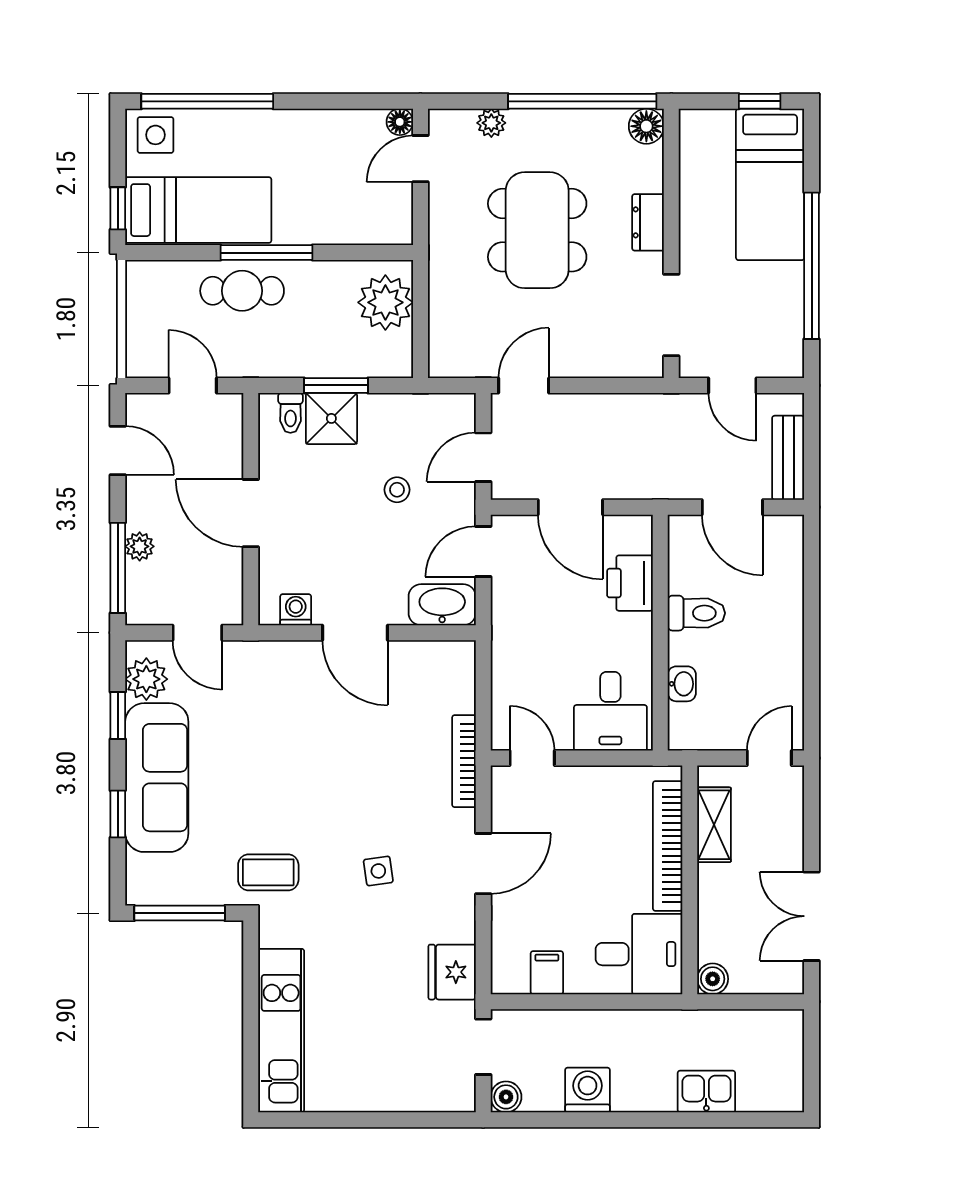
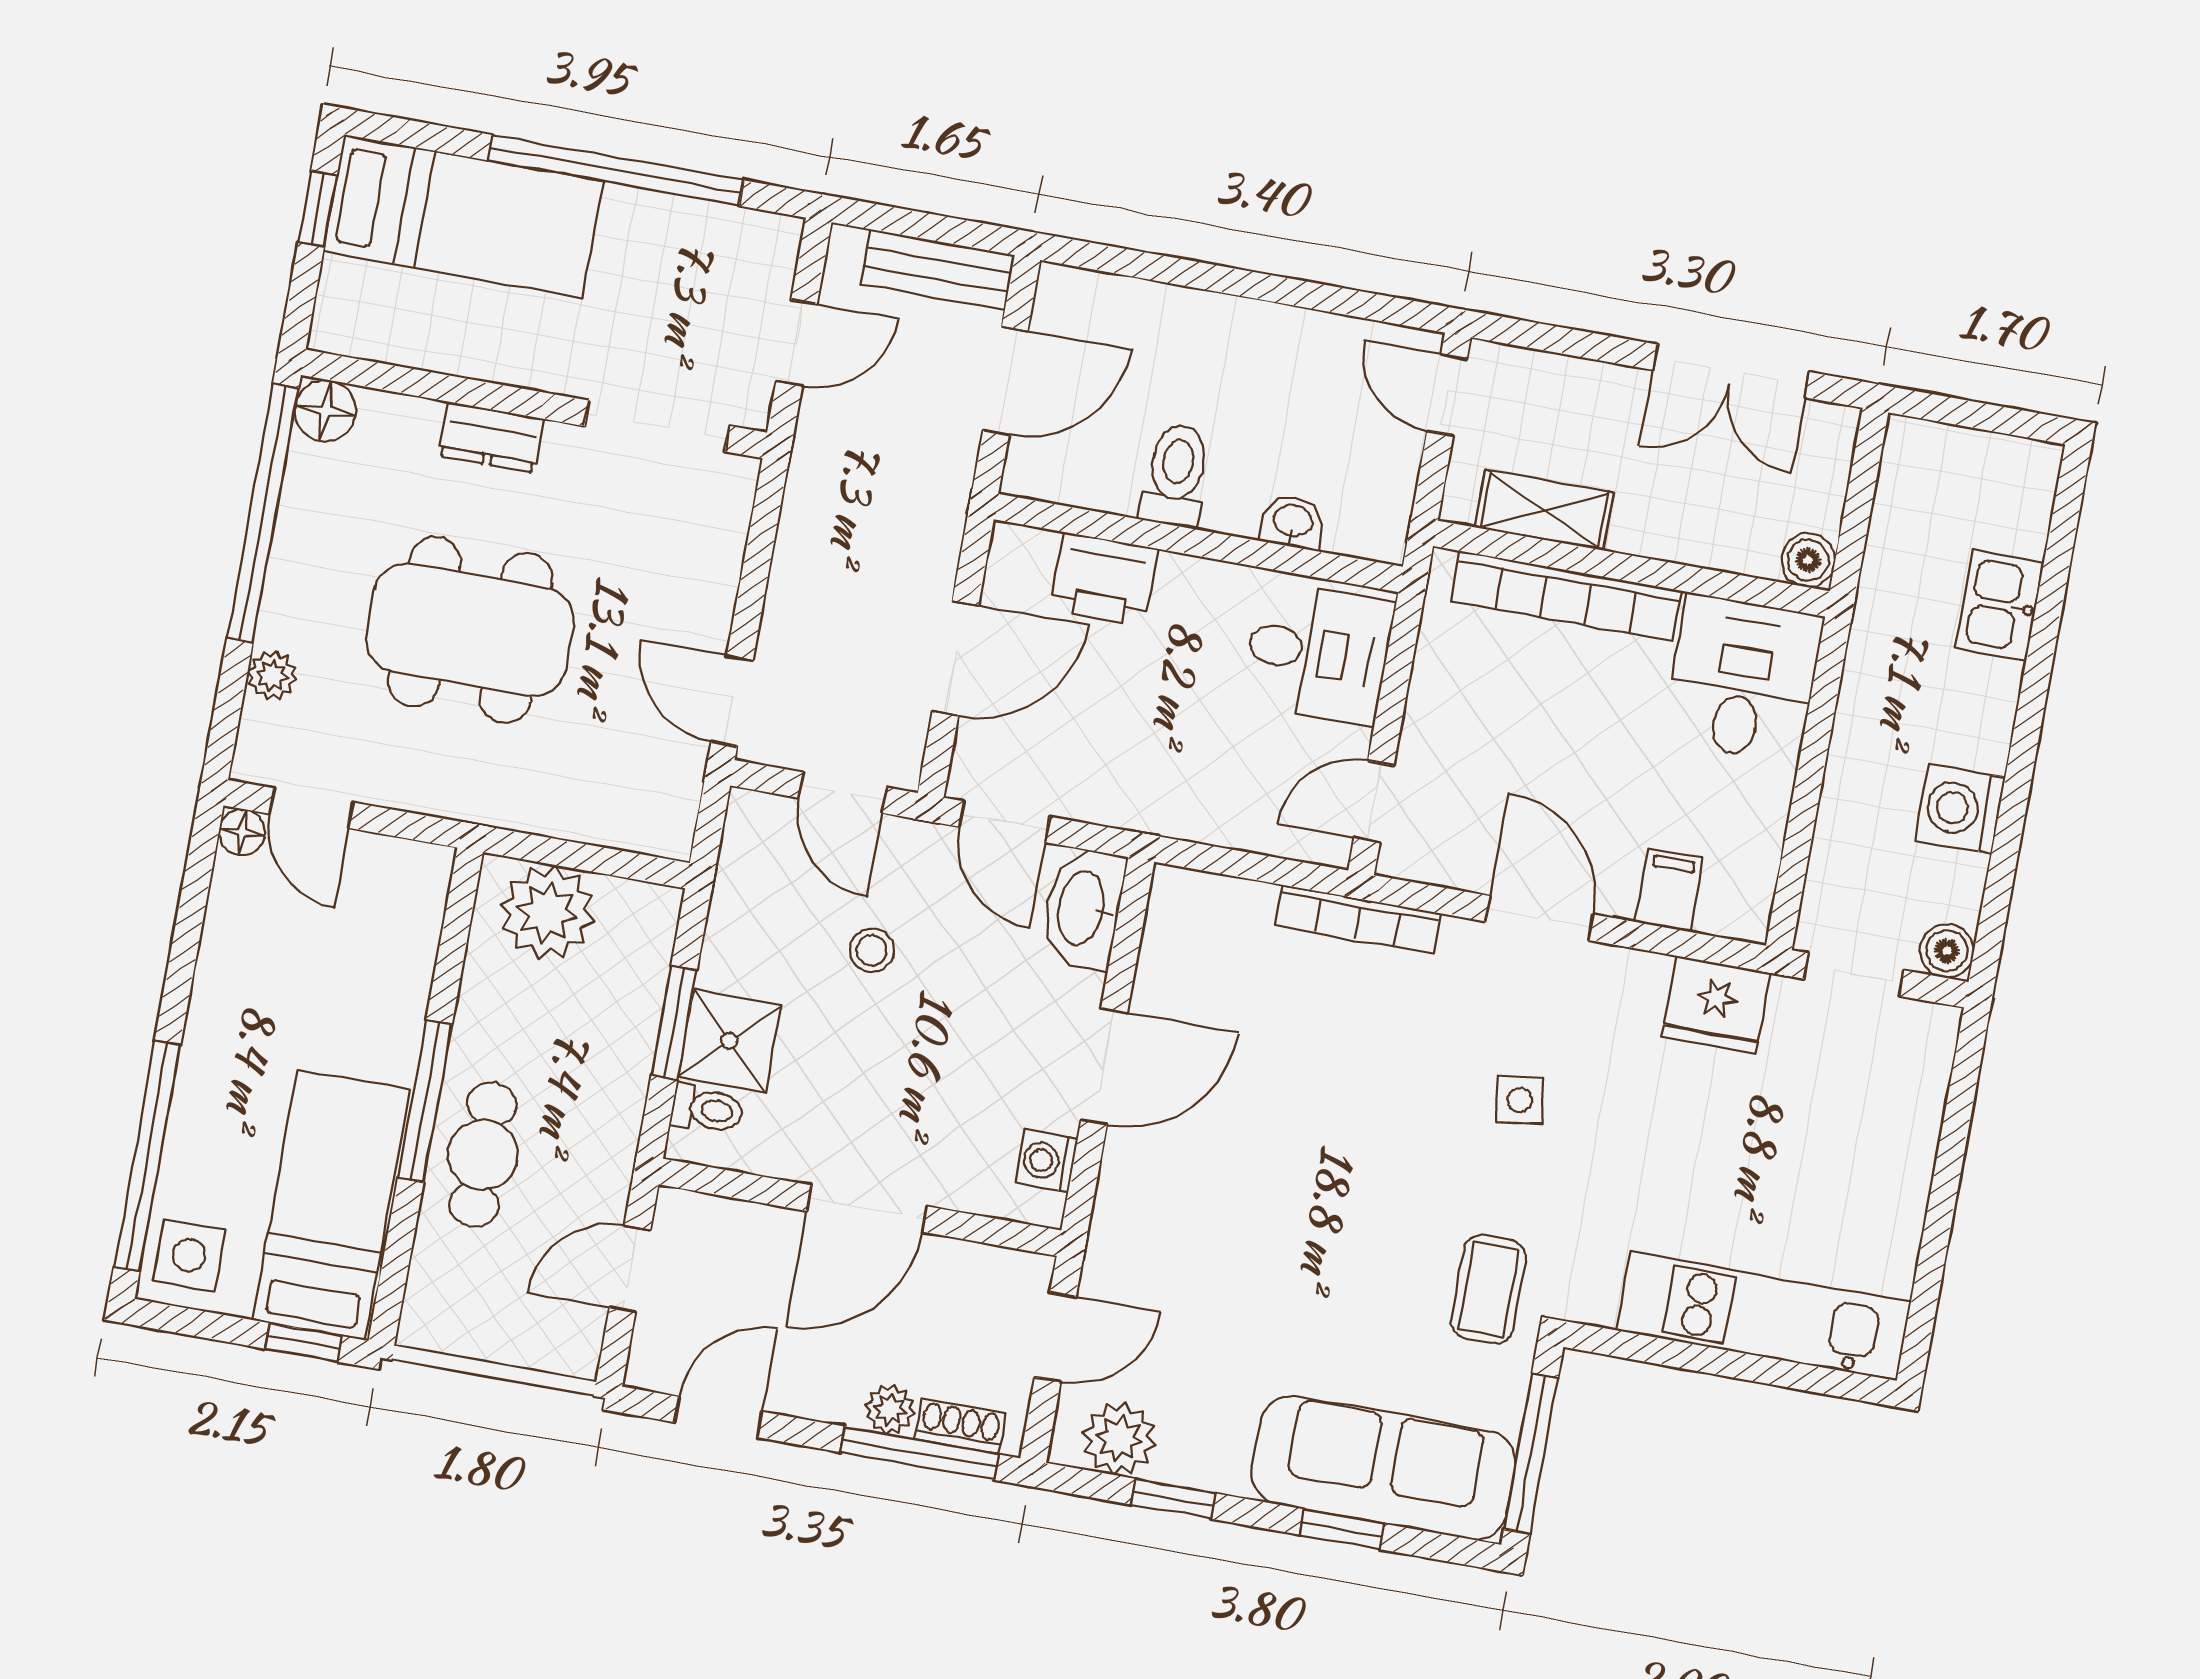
shoe rack: (137, 588) -> (960, 1427), added
sofa: (157, 778) -> (1384, 1468), moved
filing cabinet: (547, 973) -> (1669, 890), moved, turned 90

